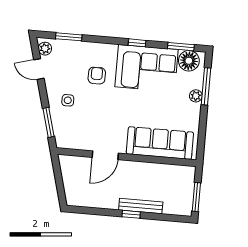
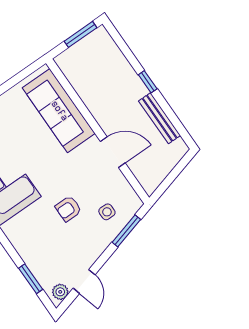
armchair: (97, 76) -> (68, 209), moved
side table: (68, 100) -> (107, 212), moved
bench: (141, 206) -> (160, 118), moved

